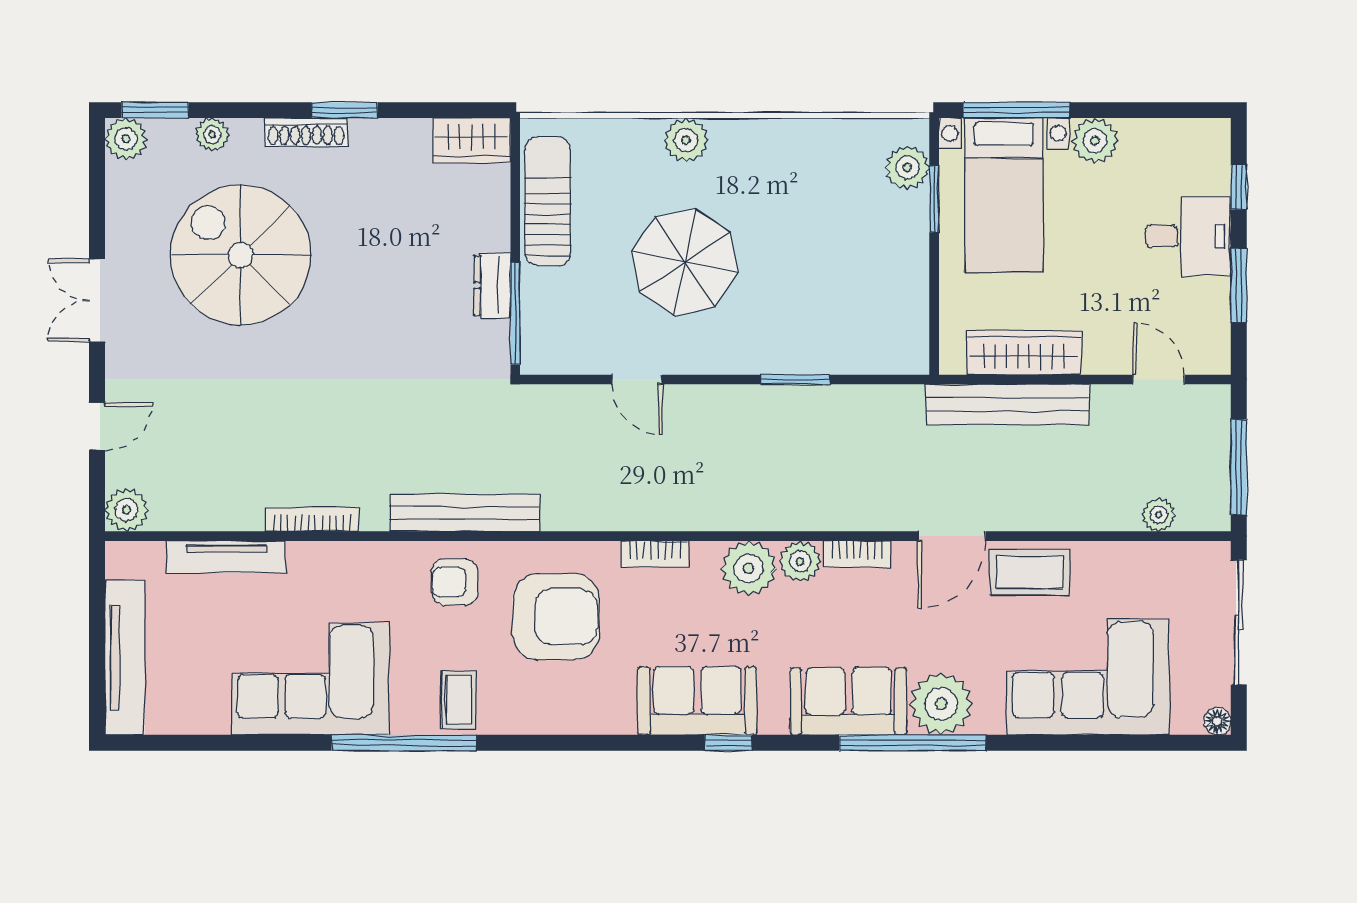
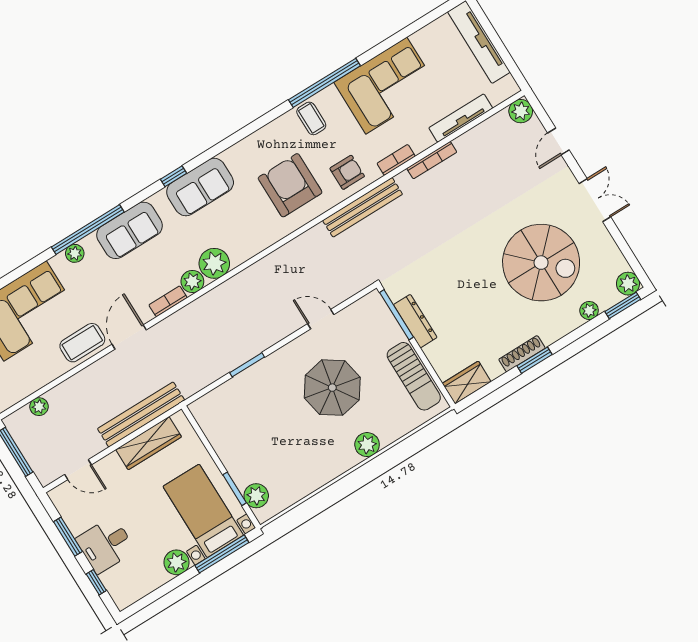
shoe rack: (306, 132) -> (522, 354), moved
dresser: (492, 286) -> (415, 321), width x1.44
bookcase: (655, 554) -> (396, 160), moved
armchair: (556, 617) -> (290, 185), turned 90
plant: (941, 704) -> (75, 253), width x0.53, depth x0.53

